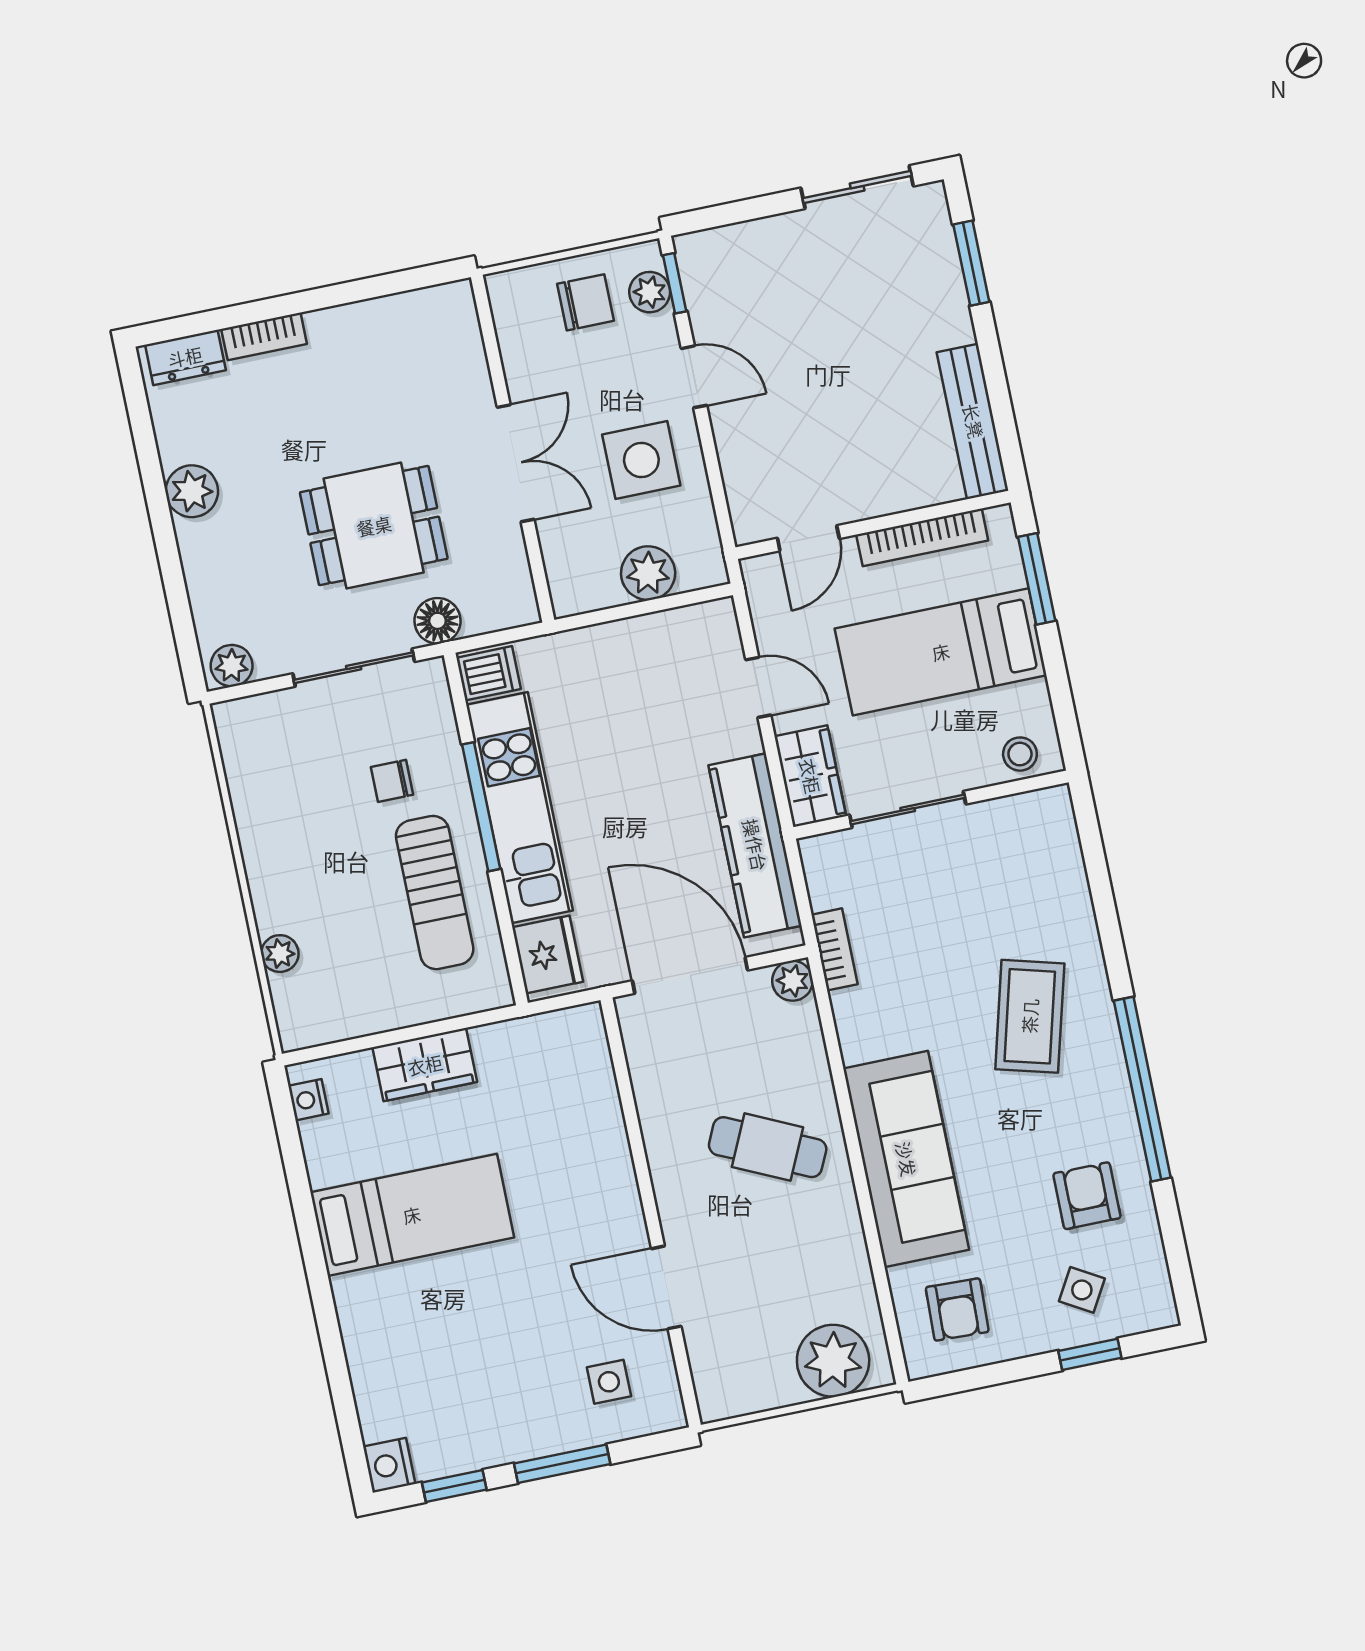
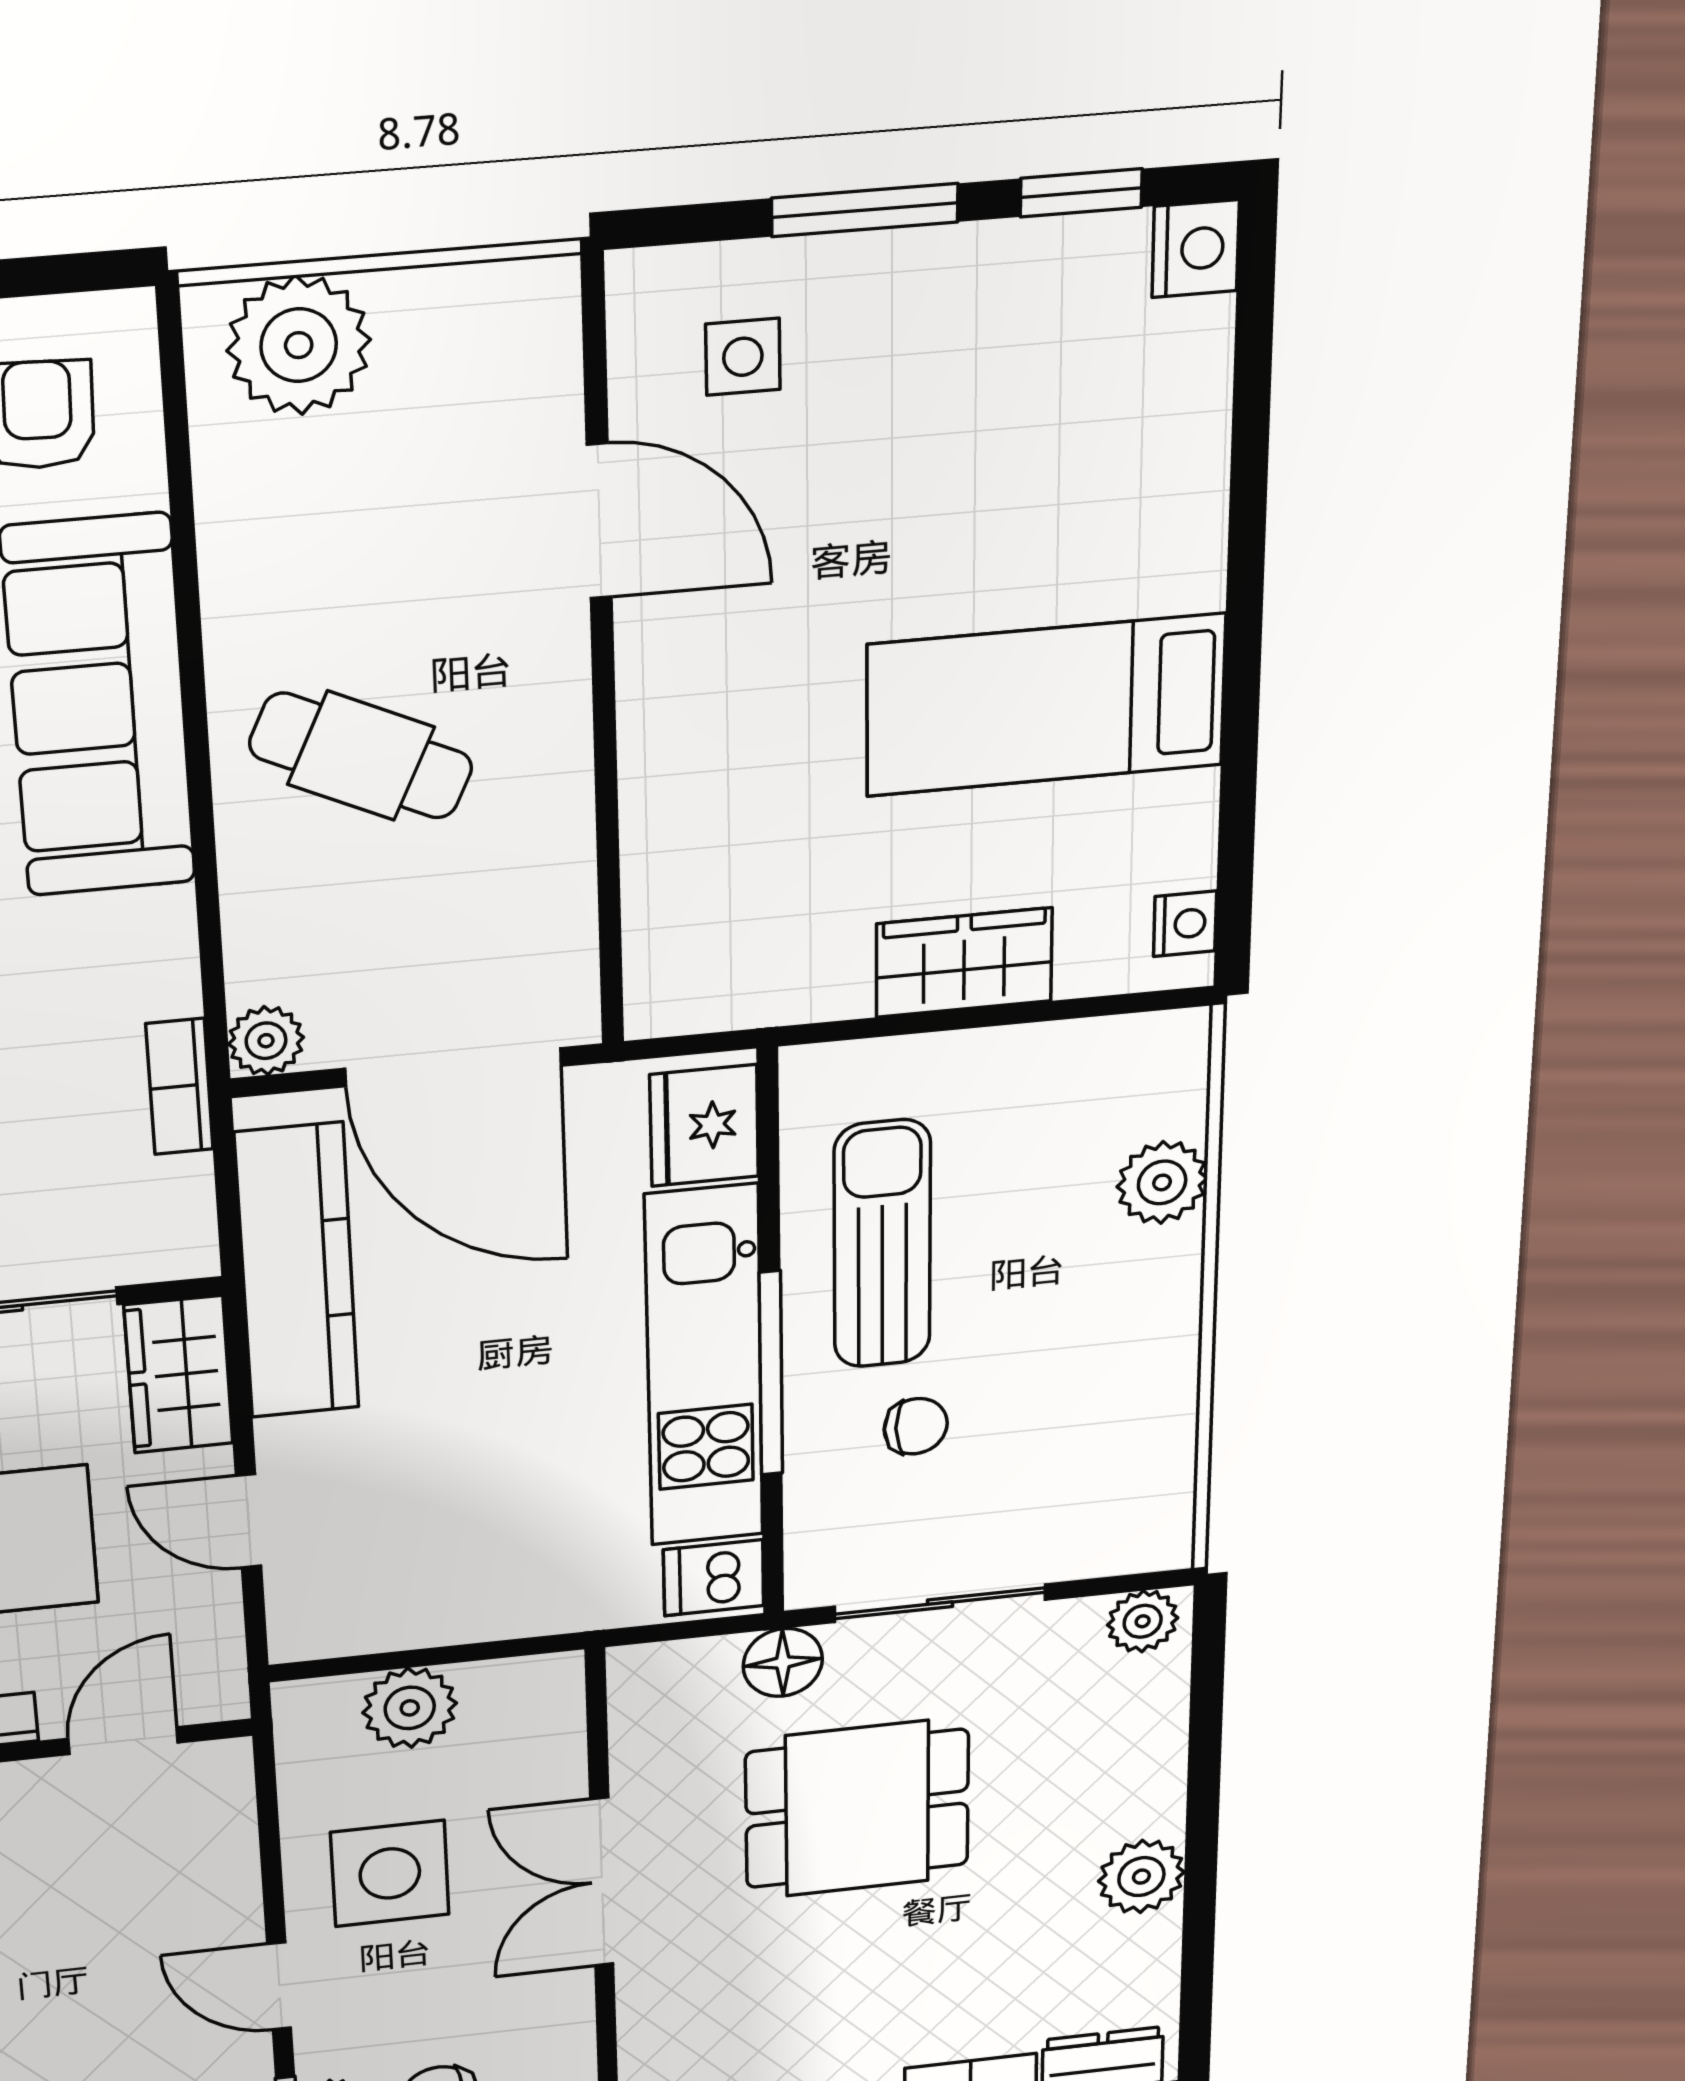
plant: (280, 954) -> (1162, 1182), width x1.38, depth x1.38

